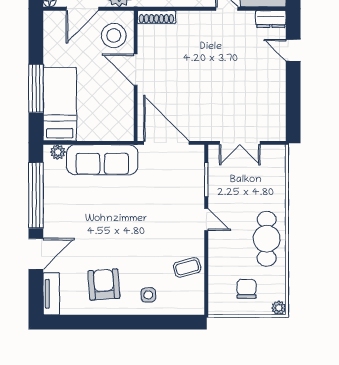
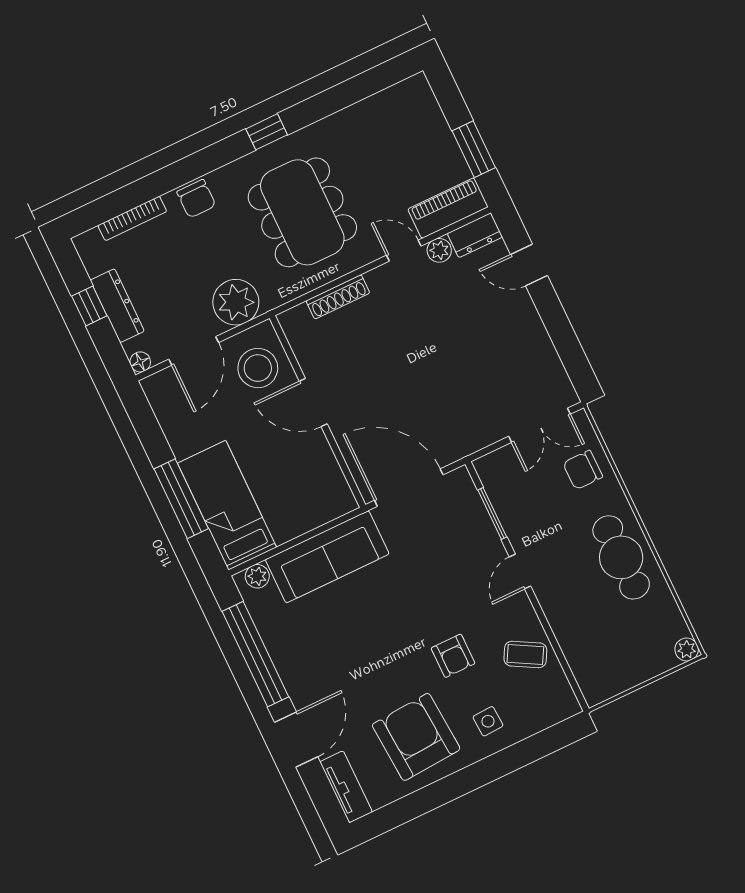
shoe rack: (156, 17) -> (338, 297), moved
plant: (247, 18) -> (439, 250), added
double door: (240, 143) -> (540, 425), moved
door: (206, 220) -> (520, 571), swing flipped
armchair: (146, 249) -> (453, 656), added
coffee table: (187, 268) -> (525, 654), turned 44
armchair: (104, 285) -> (416, 737), width x1.36, depth x1.36
chair: (247, 289) -> (583, 470), moved, turned -90

